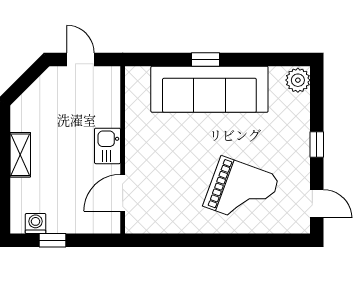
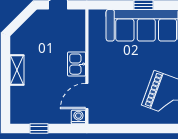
washing machine: (36, 223) -> (78, 117), moved

